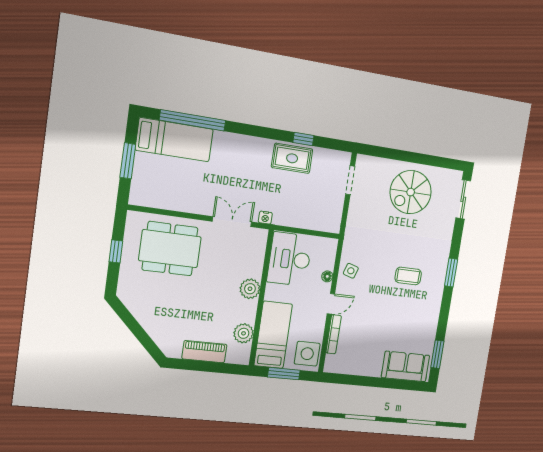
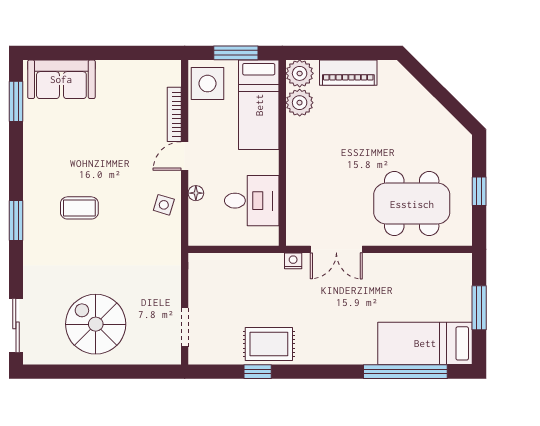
spiral stairs: (411, 192) -> (96, 324), turned -90
desk: (290, 259) -> (252, 201), width x0.73
plant: (250, 289) -> (300, 73), moved

